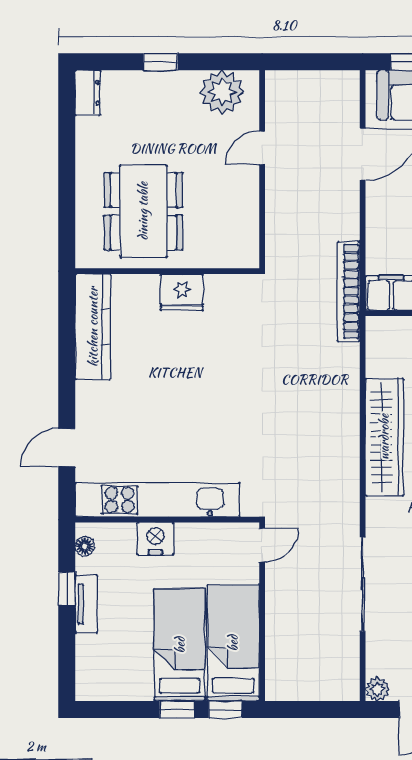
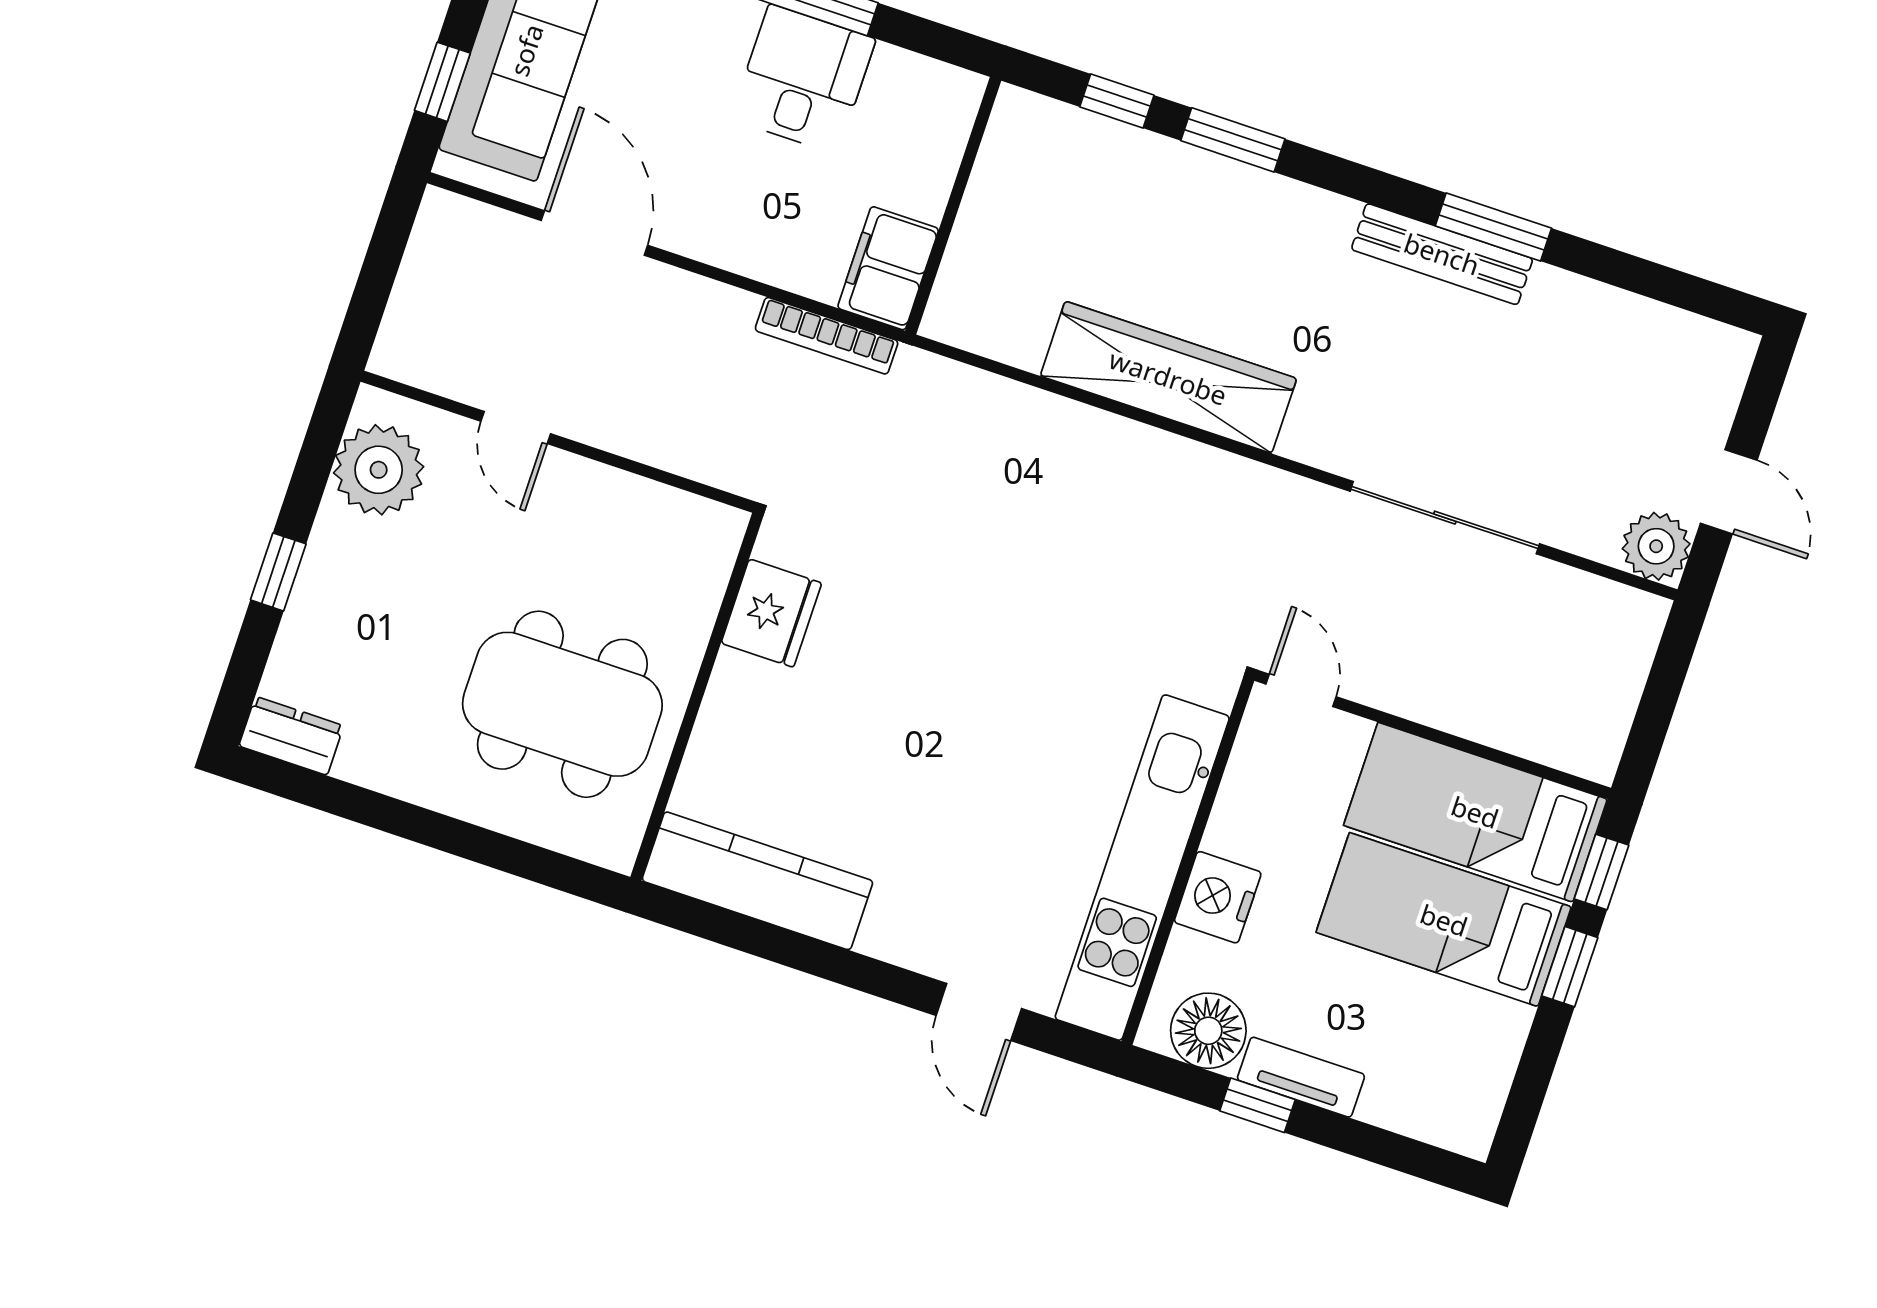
bookcase: (349, 291) -> (827, 336), width x0.68, depth x0.76
fridge: (182, 292) -> (771, 613), moved
floor lamp: (85, 546) -> (1208, 1031), width x1.89, depth x1.89
plant: (377, 689) -> (1656, 546), width x1.38, depth x1.38

